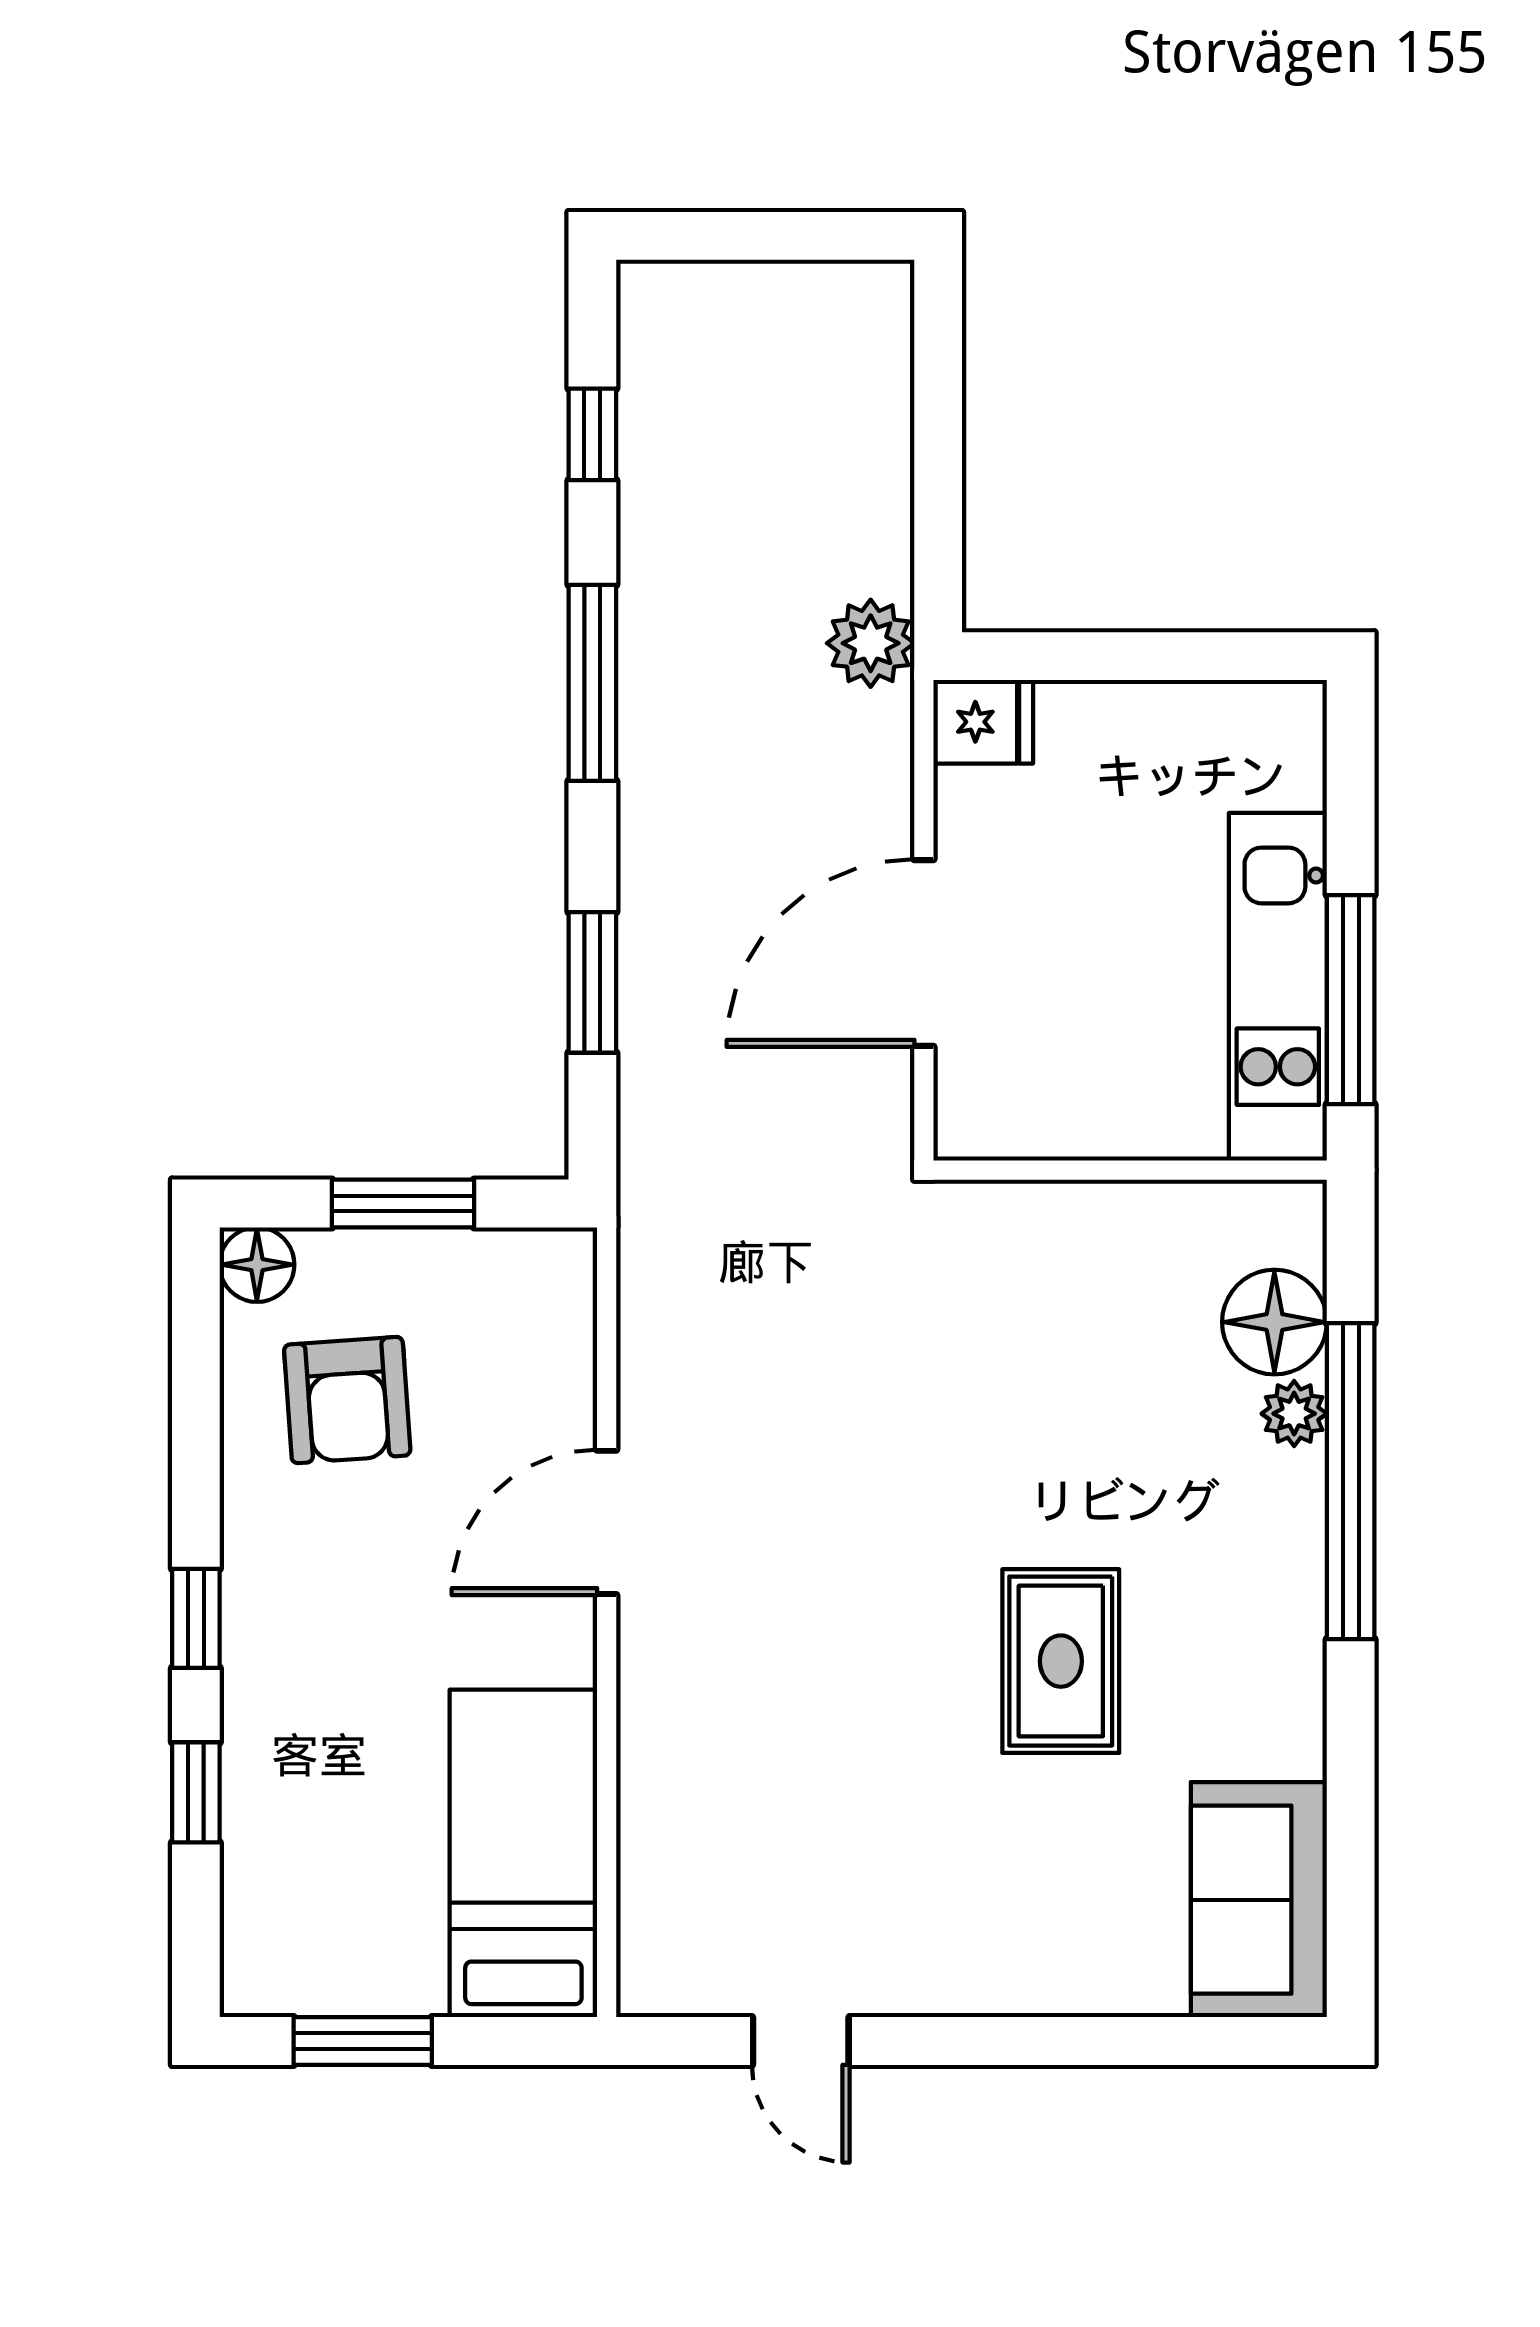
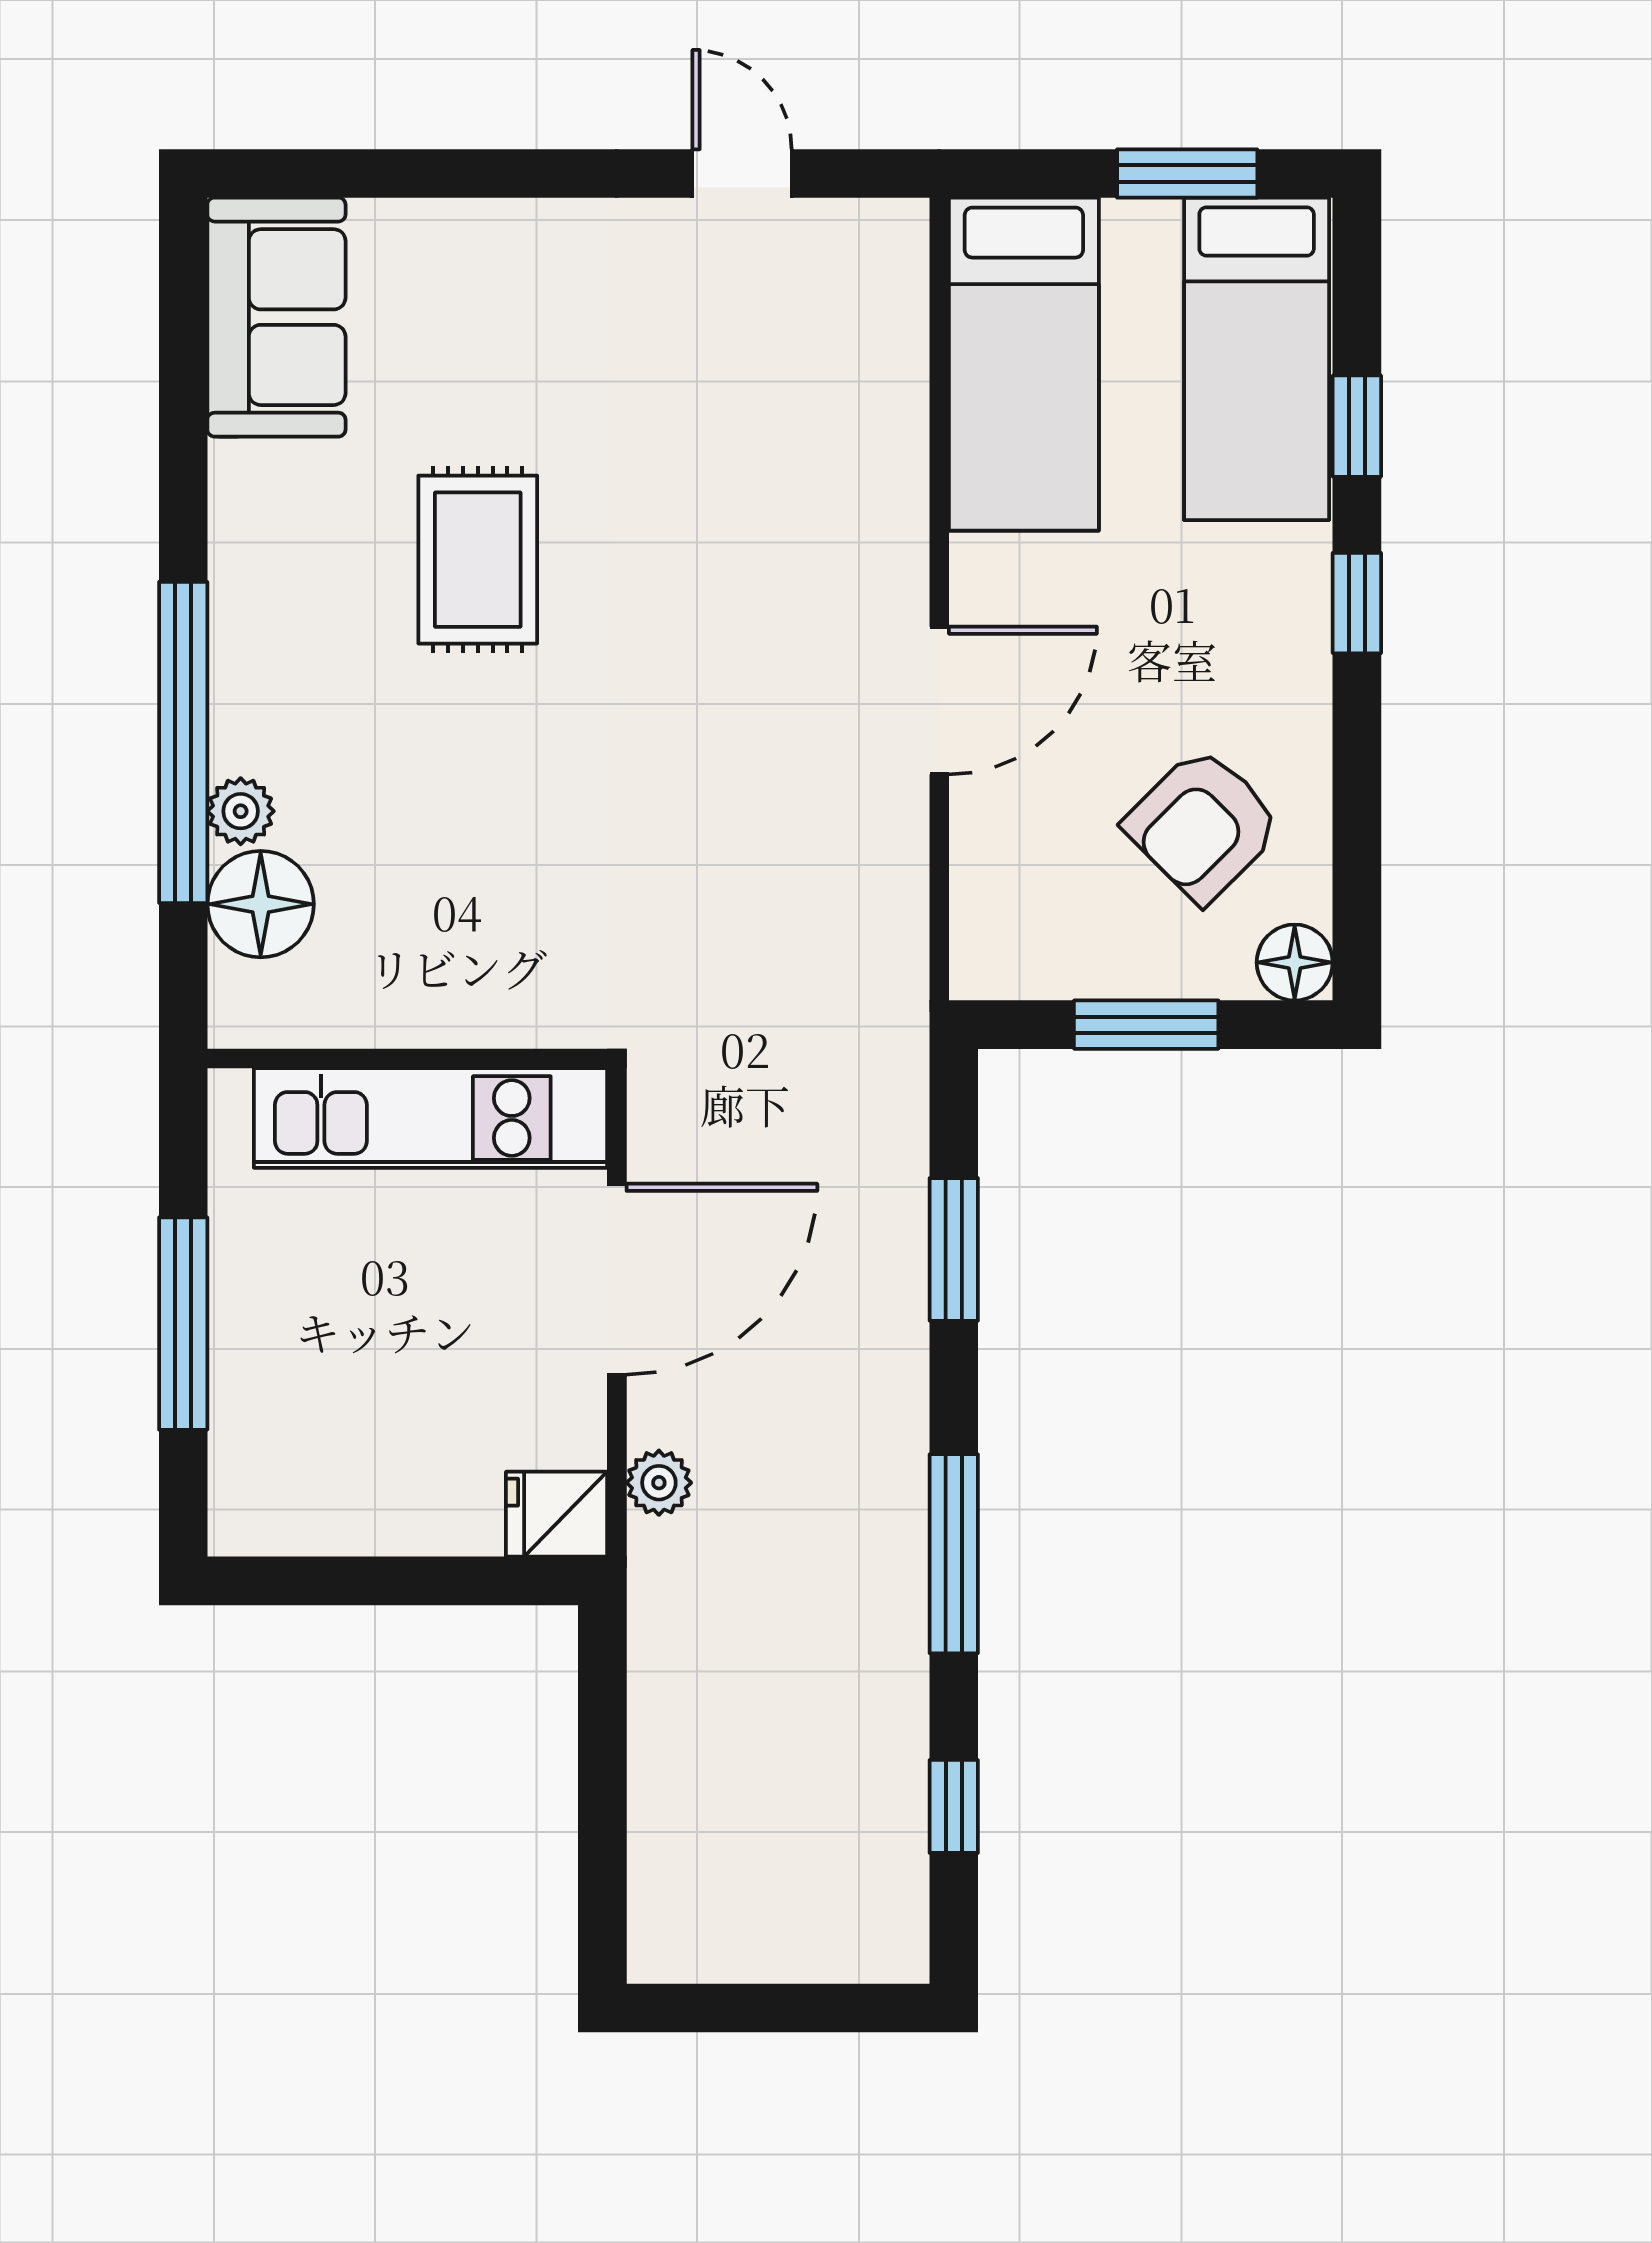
plant: (871, 643) -> (659, 1483), moved, width x0.73, depth x0.73
kitchen unit: (1278, 987) -> (430, 1118), moved, turned 90
window: (1351, 1000) -> (183, 1324), moved
armchair: (347, 1400) -> (1203, 825), turned -131
bed: (294, 1859) -> (1257, 359), added

